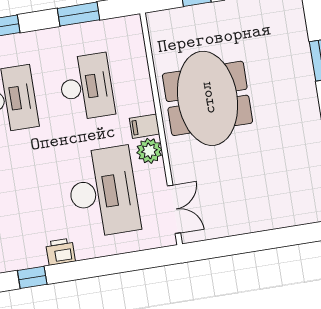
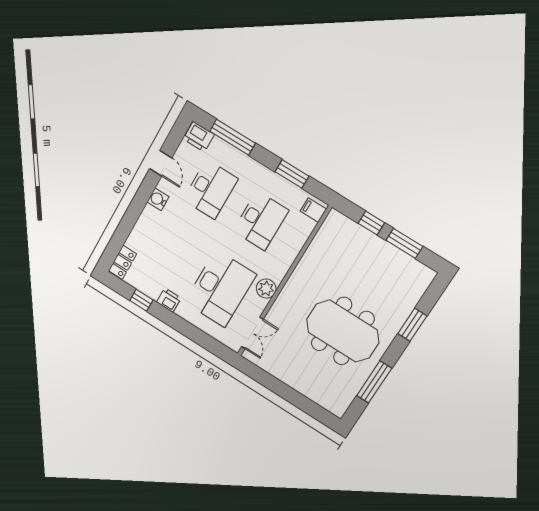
meeting table: (208, 98) -> (343, 331), moved, turned 90
filing cabinet: (145, 126) -> (313, 210), moved

